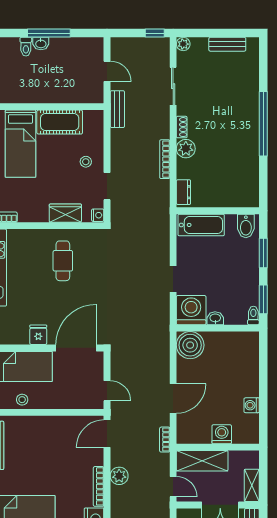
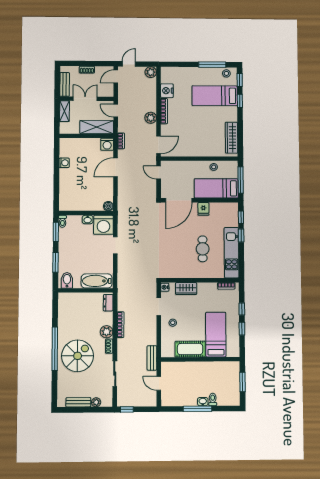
plant: (183, 44) -> (96, 402), moved
spiral stairs: (229, 113) -> (78, 356), added
cafe table: (63, 261) -> (203, 249), moved
boiler: (190, 345) -> (108, 206), width x0.54, depth x0.54
washing machine: (222, 434) -> (107, 144), moved

